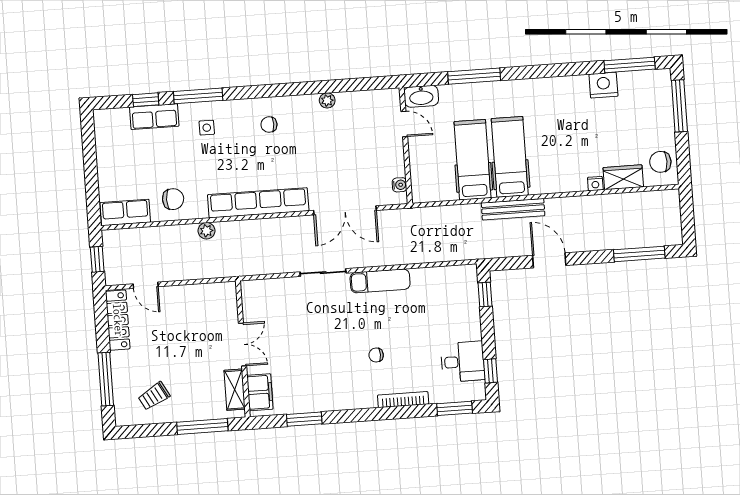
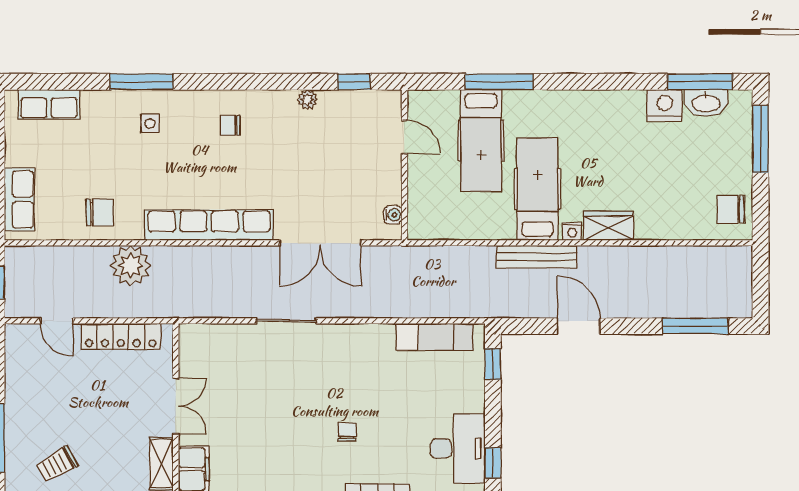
washbasin: (421, 96) -> (706, 103), moved
window: (146, 100) -> (354, 82), moved
row of seats: (154, 117) -> (49, 104), moved
hospital bed: (473, 160) -> (481, 141), moved, turned 180
wardrobe: (623, 177) -> (609, 226), moved
nightstand: (595, 184) -> (572, 231), moved
row of seats: (125, 212) -> (19, 200), moved, turned 90
plant: (206, 231) -> (131, 266), width x1.87, depth x1.87
exam couch: (380, 281) -> (435, 337), moved
locker: (118, 320) -> (121, 337), moved, turned 90
chair: (376, 355) -> (347, 432), turned 90
desk: (463, 362) -> (458, 448), width x1.37

